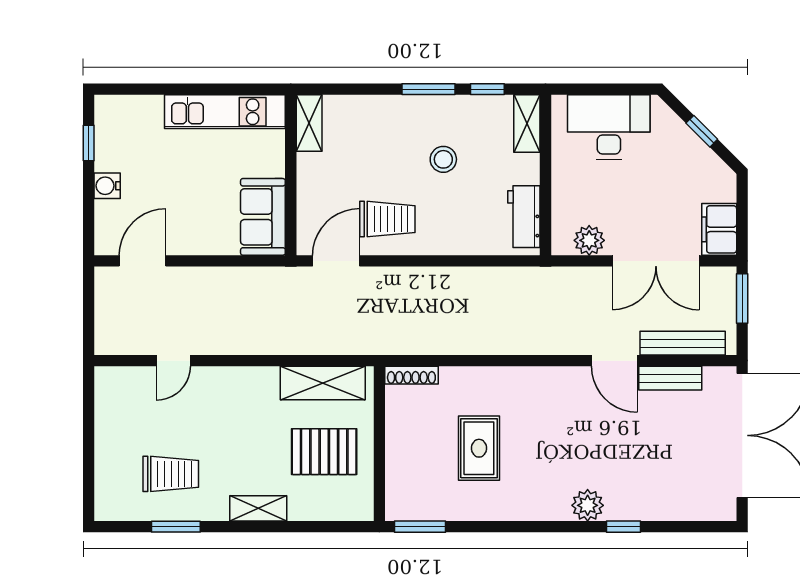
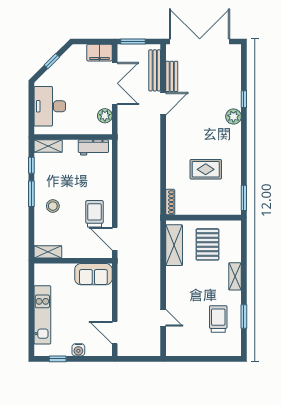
kitchen unit: (225, 112) -> (42, 315), moved
stool: (443, 159) -> (53, 206), moved

